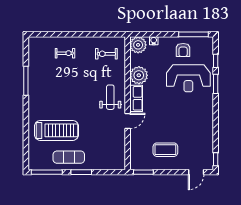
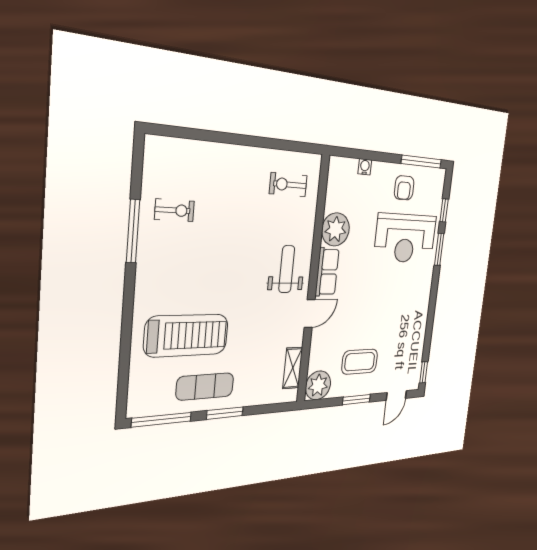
plant: (138, 45) -> (318, 385), moved
exercise bike: (65, 53) -> (175, 210), moved
shelving: (120, 151) -> (293, 368), added
window: (143, 172) -> (356, 400), moved

